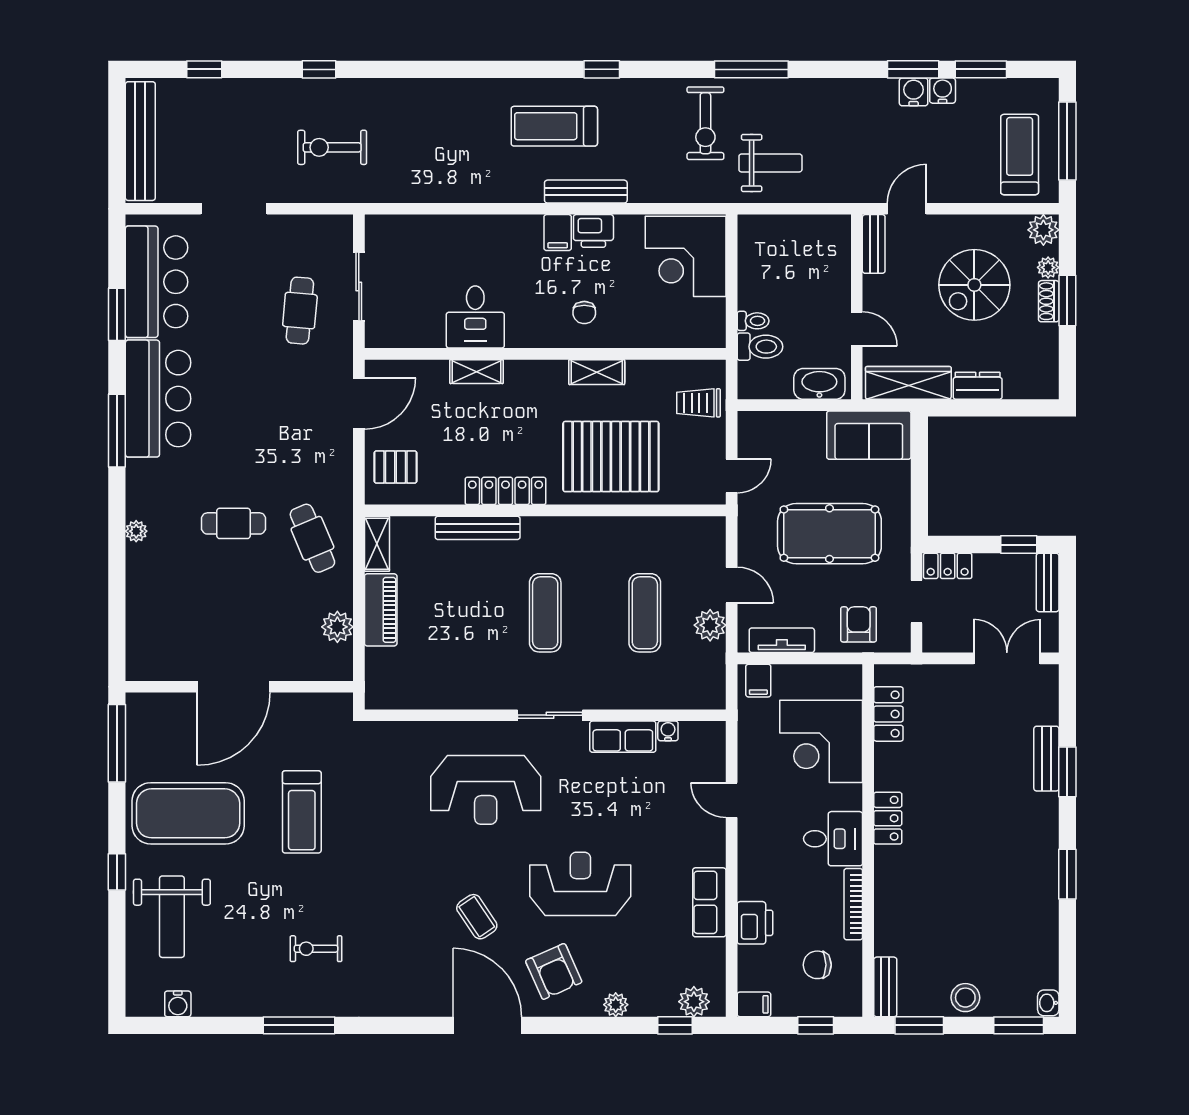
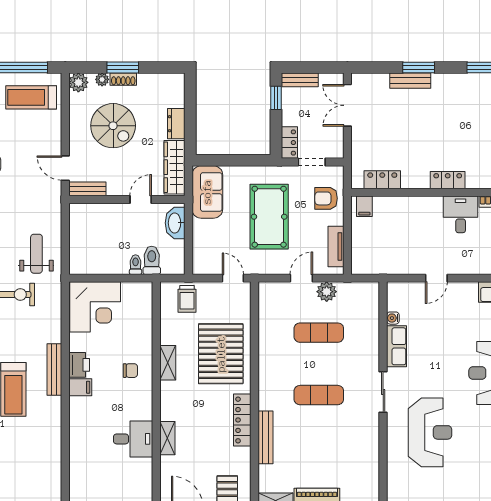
filing cabinet: (758, 681) -> (364, 206), moved, turned 90
corner desk: (821, 741) -> (399, 222), removed

